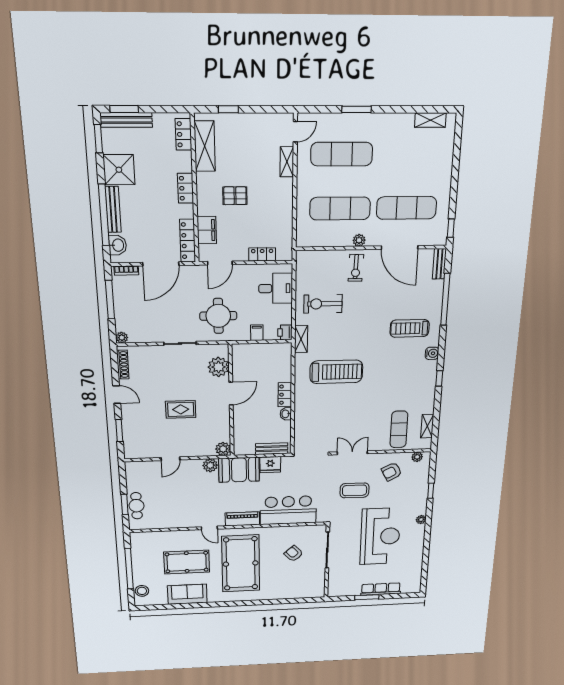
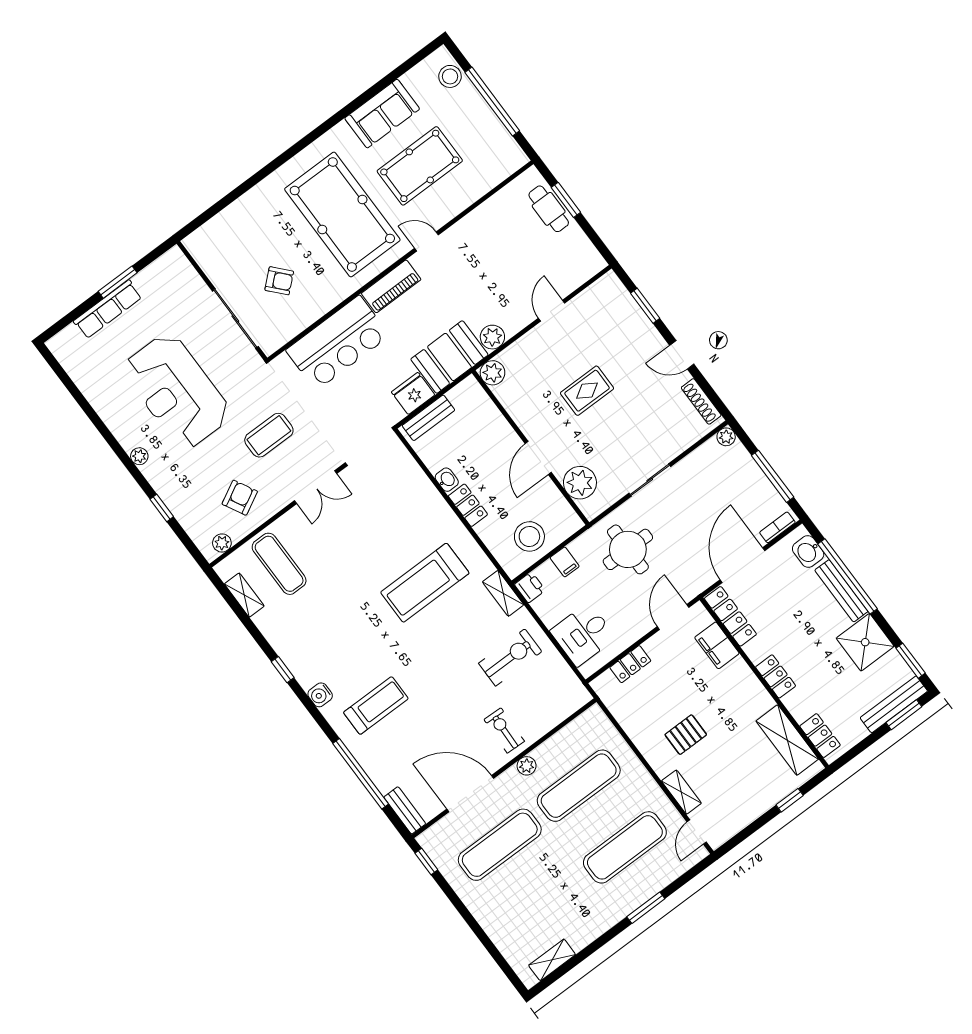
pallet: (235, 196) -> (686, 735), moved
stool: (265, 358) -> (529, 536), added

